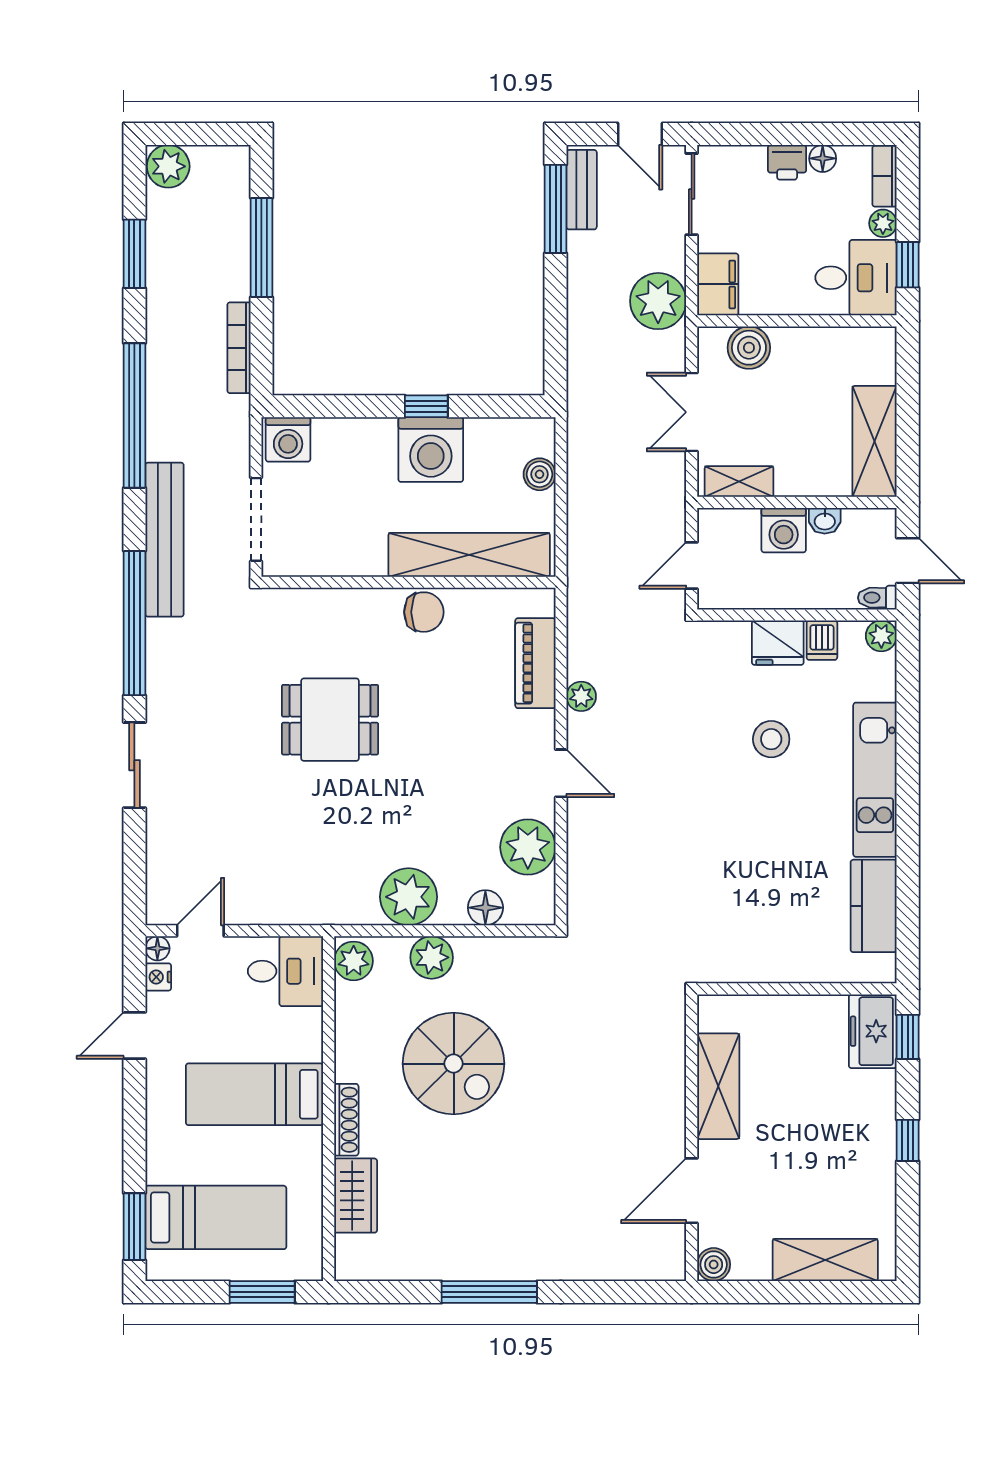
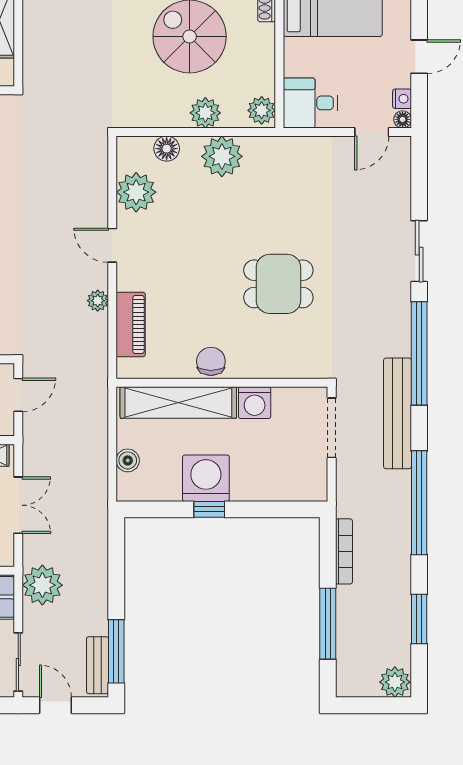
washing machine: (288, 439) -> (255, 403), moved, turned 180
chair: (424, 612) -> (211, 361), turned 90

